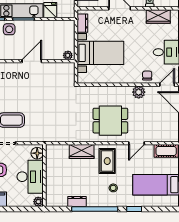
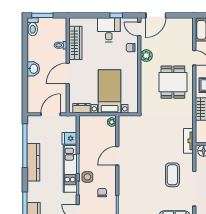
wardrobe: (158, 16) -> (75, 43), width x1.50
door: (32, 61) -> (117, 156), hinge flipped
tv unit: (48, 137) -> (188, 141), added

